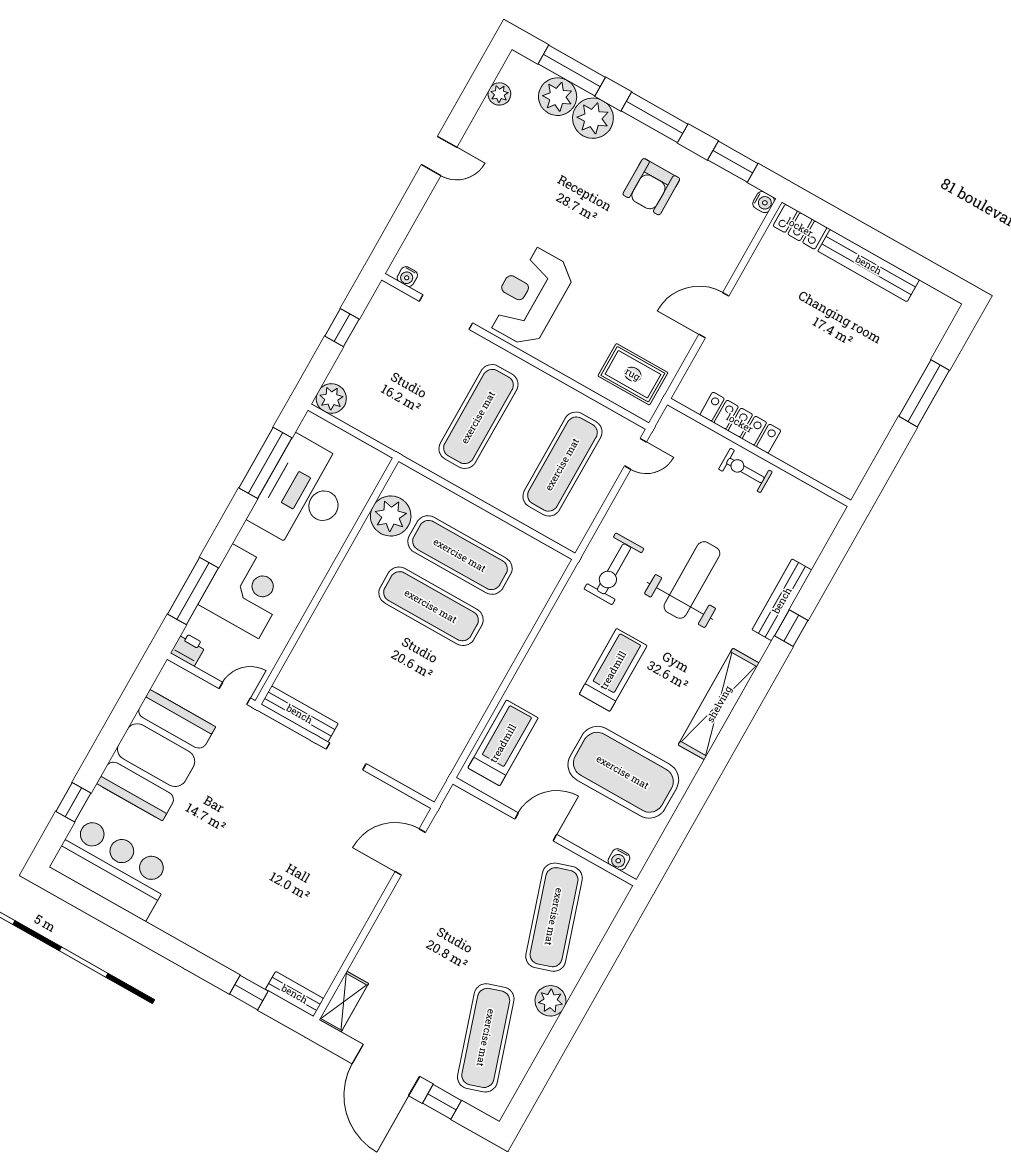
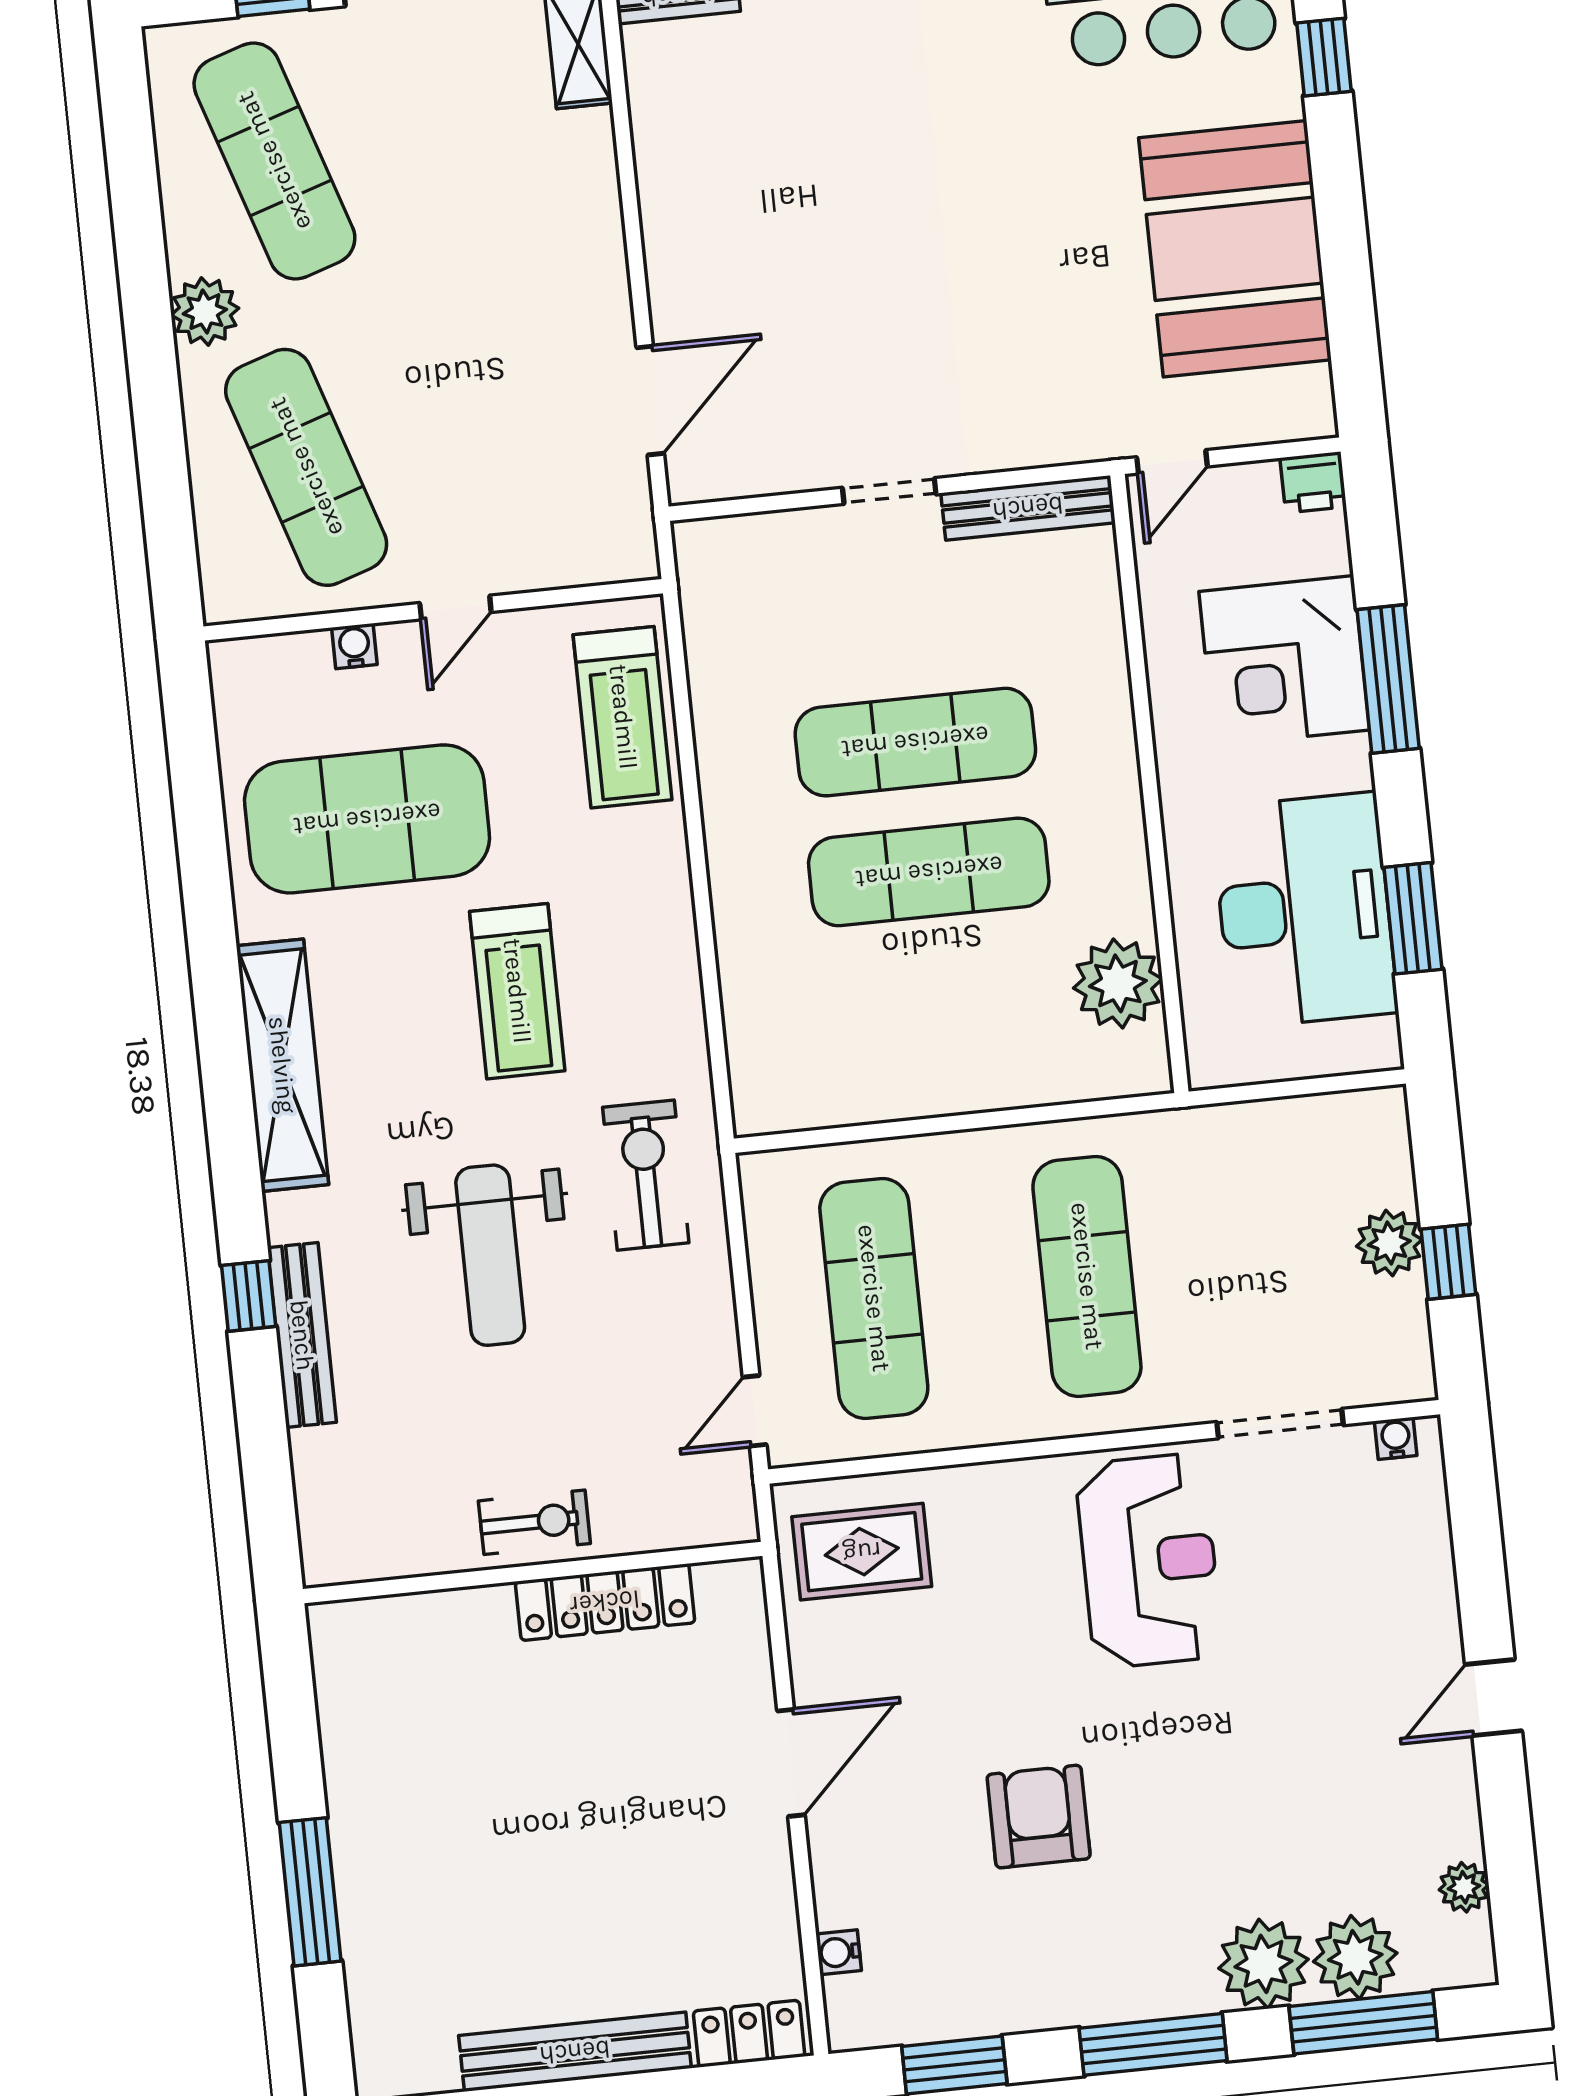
armchair: (651, 187) -> (1039, 1817), moved
water cooler: (764, 202) -> (839, 1952), moved
plant: (331, 398) -> (1389, 1243), moved
window: (265, 463) -> (1413, 918), width x0.69
exercise mat: (460, 555) -> (915, 742), moved
window: (193, 591) -> (1388, 679), moved
door: (536, 827) -> (455, 608), width x0.73
water cooler: (619, 859) -> (354, 646), moved

